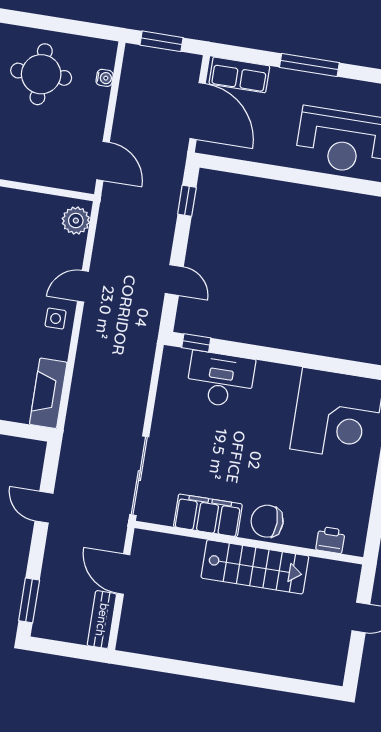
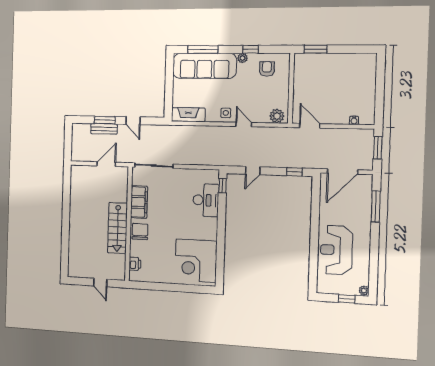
window: (309, 65) -> (376, 207), moved
round table: (41, 74) -> (352, 87), removed
row of seats: (239, 75) -> (365, 191), removed
door: (103, 161) -> (310, 126), swing flipped
door: (44, 507) -> (133, 121), swing flipped
window: (29, 600) -> (105, 120), moved
bench: (102, 620) -> (104, 129), moved

